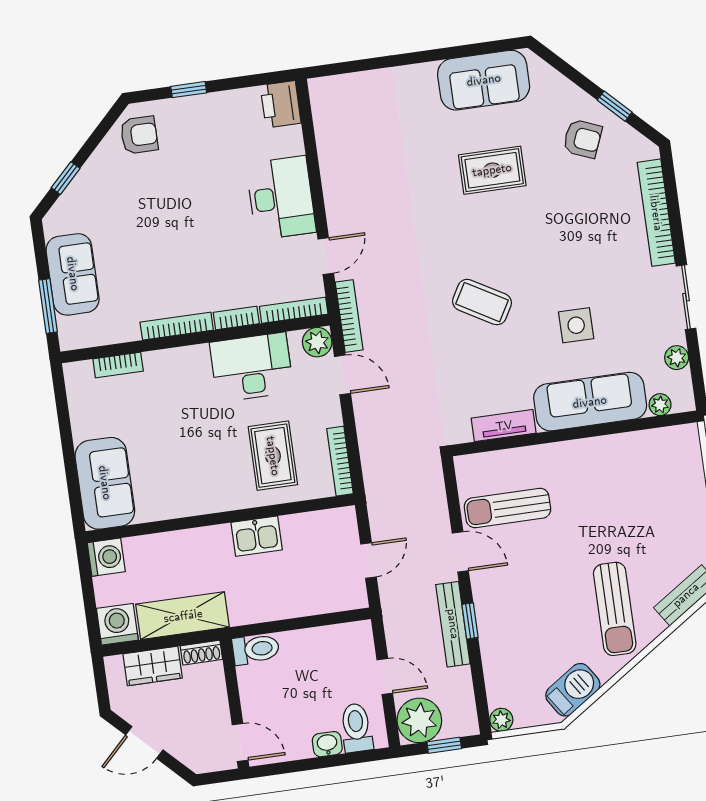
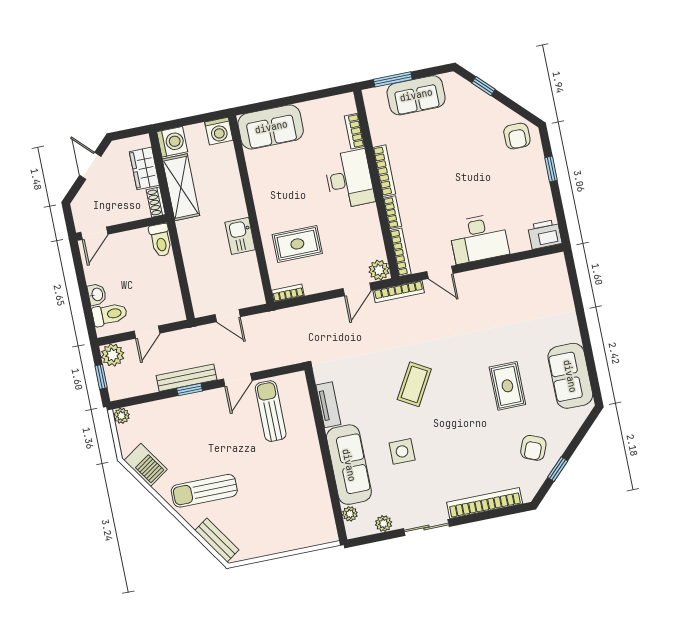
desk: (252, 367) -> (349, 179), moved
bookcase: (340, 461) -> (288, 293), width x0.64
plant: (419, 720) -> (113, 355), width x0.73, depth x0.73

